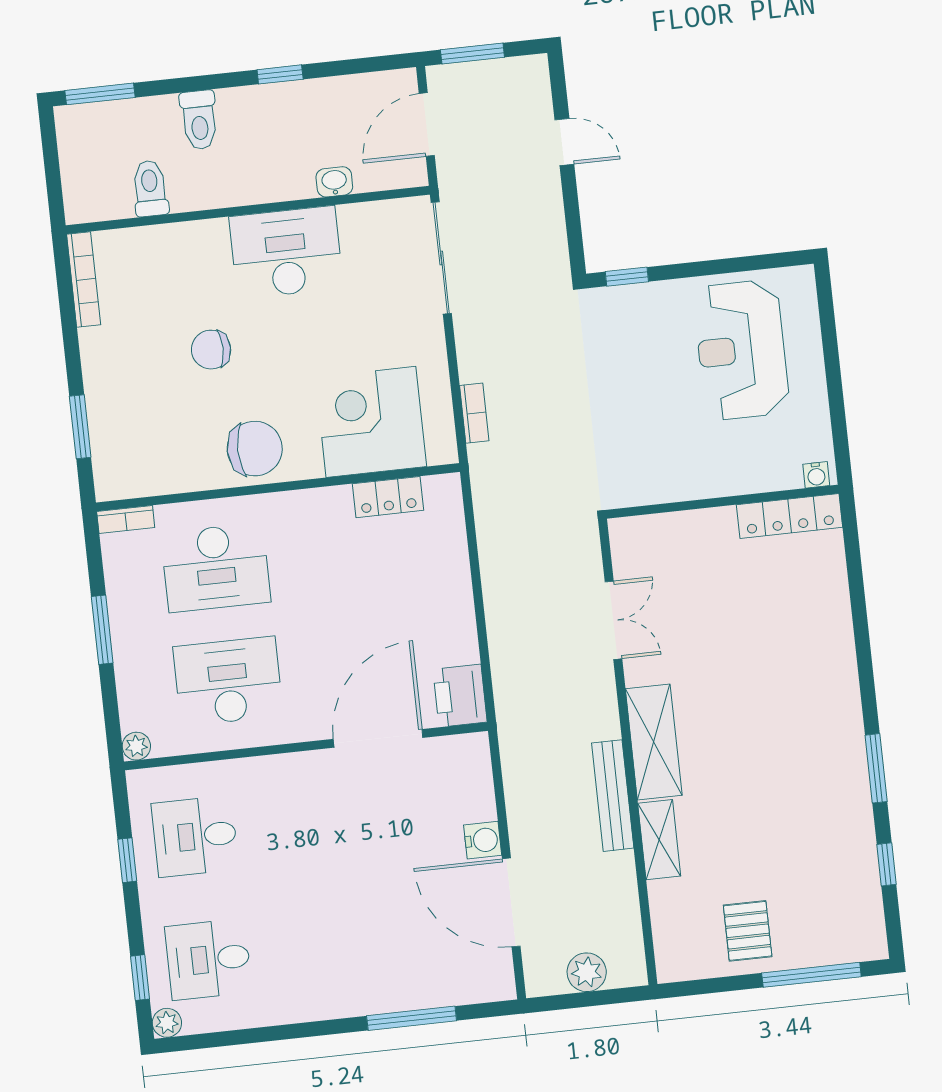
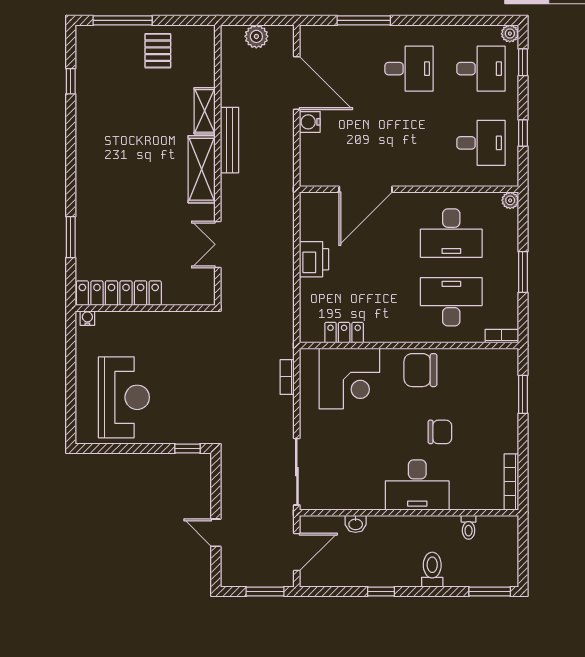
toilet: (150, 188) -> (469, 527), width x0.73, depth x0.72
desk: (286, 252) -> (417, 485), moved
locker: (789, 516) -> (119, 293), width x1.41, depth x1.21
printer: (460, 696) -> (314, 259), moved
window: (876, 768) -> (71, 237), moved
desk: (328, 946) -> (409, 69), added

